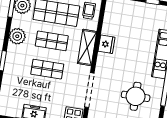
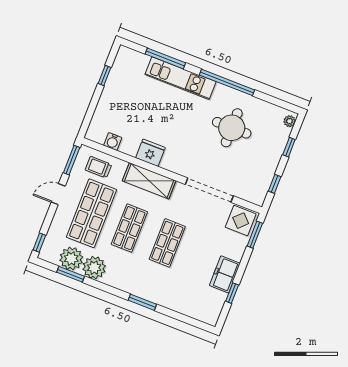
water cooler: (109, 17) -> (113, 141), added
plant: (17, 36) -> (94, 268), moved

